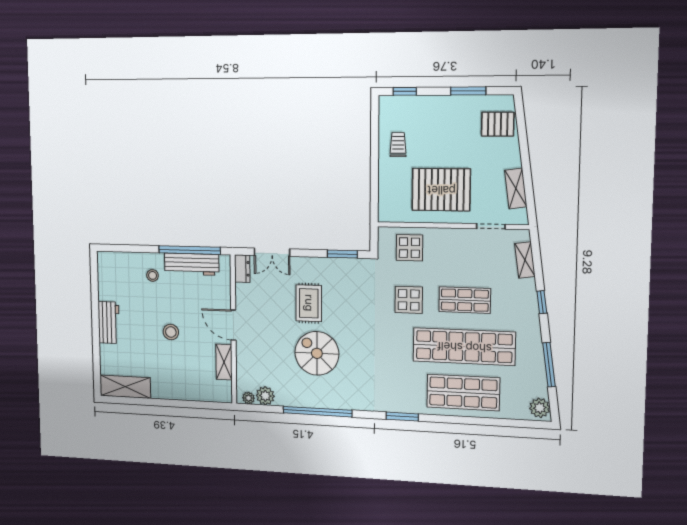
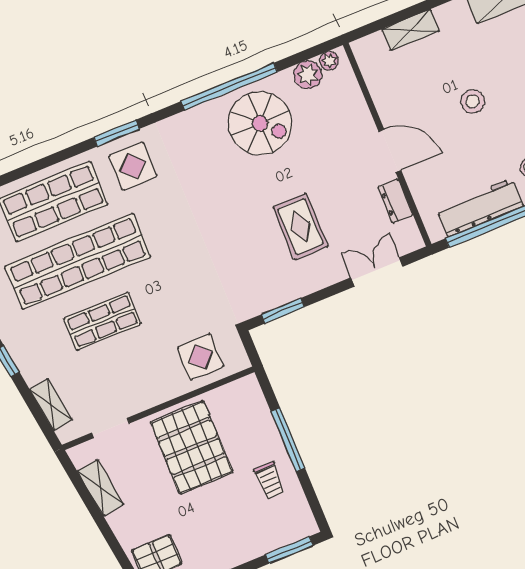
window: (405, 91) -> (289, 550), width x1.50
window: (374, 167) -> (288, 440), added
pallet: (441, 190) -> (192, 447), turned 90
dresser: (242, 269) -> (395, 201), moved
display table: (409, 300) -> (133, 166), moved
spiral stairs: (317, 353) -> (260, 123), moved
shelving: (224, 362) -> (411, 30), moved, turned 90

